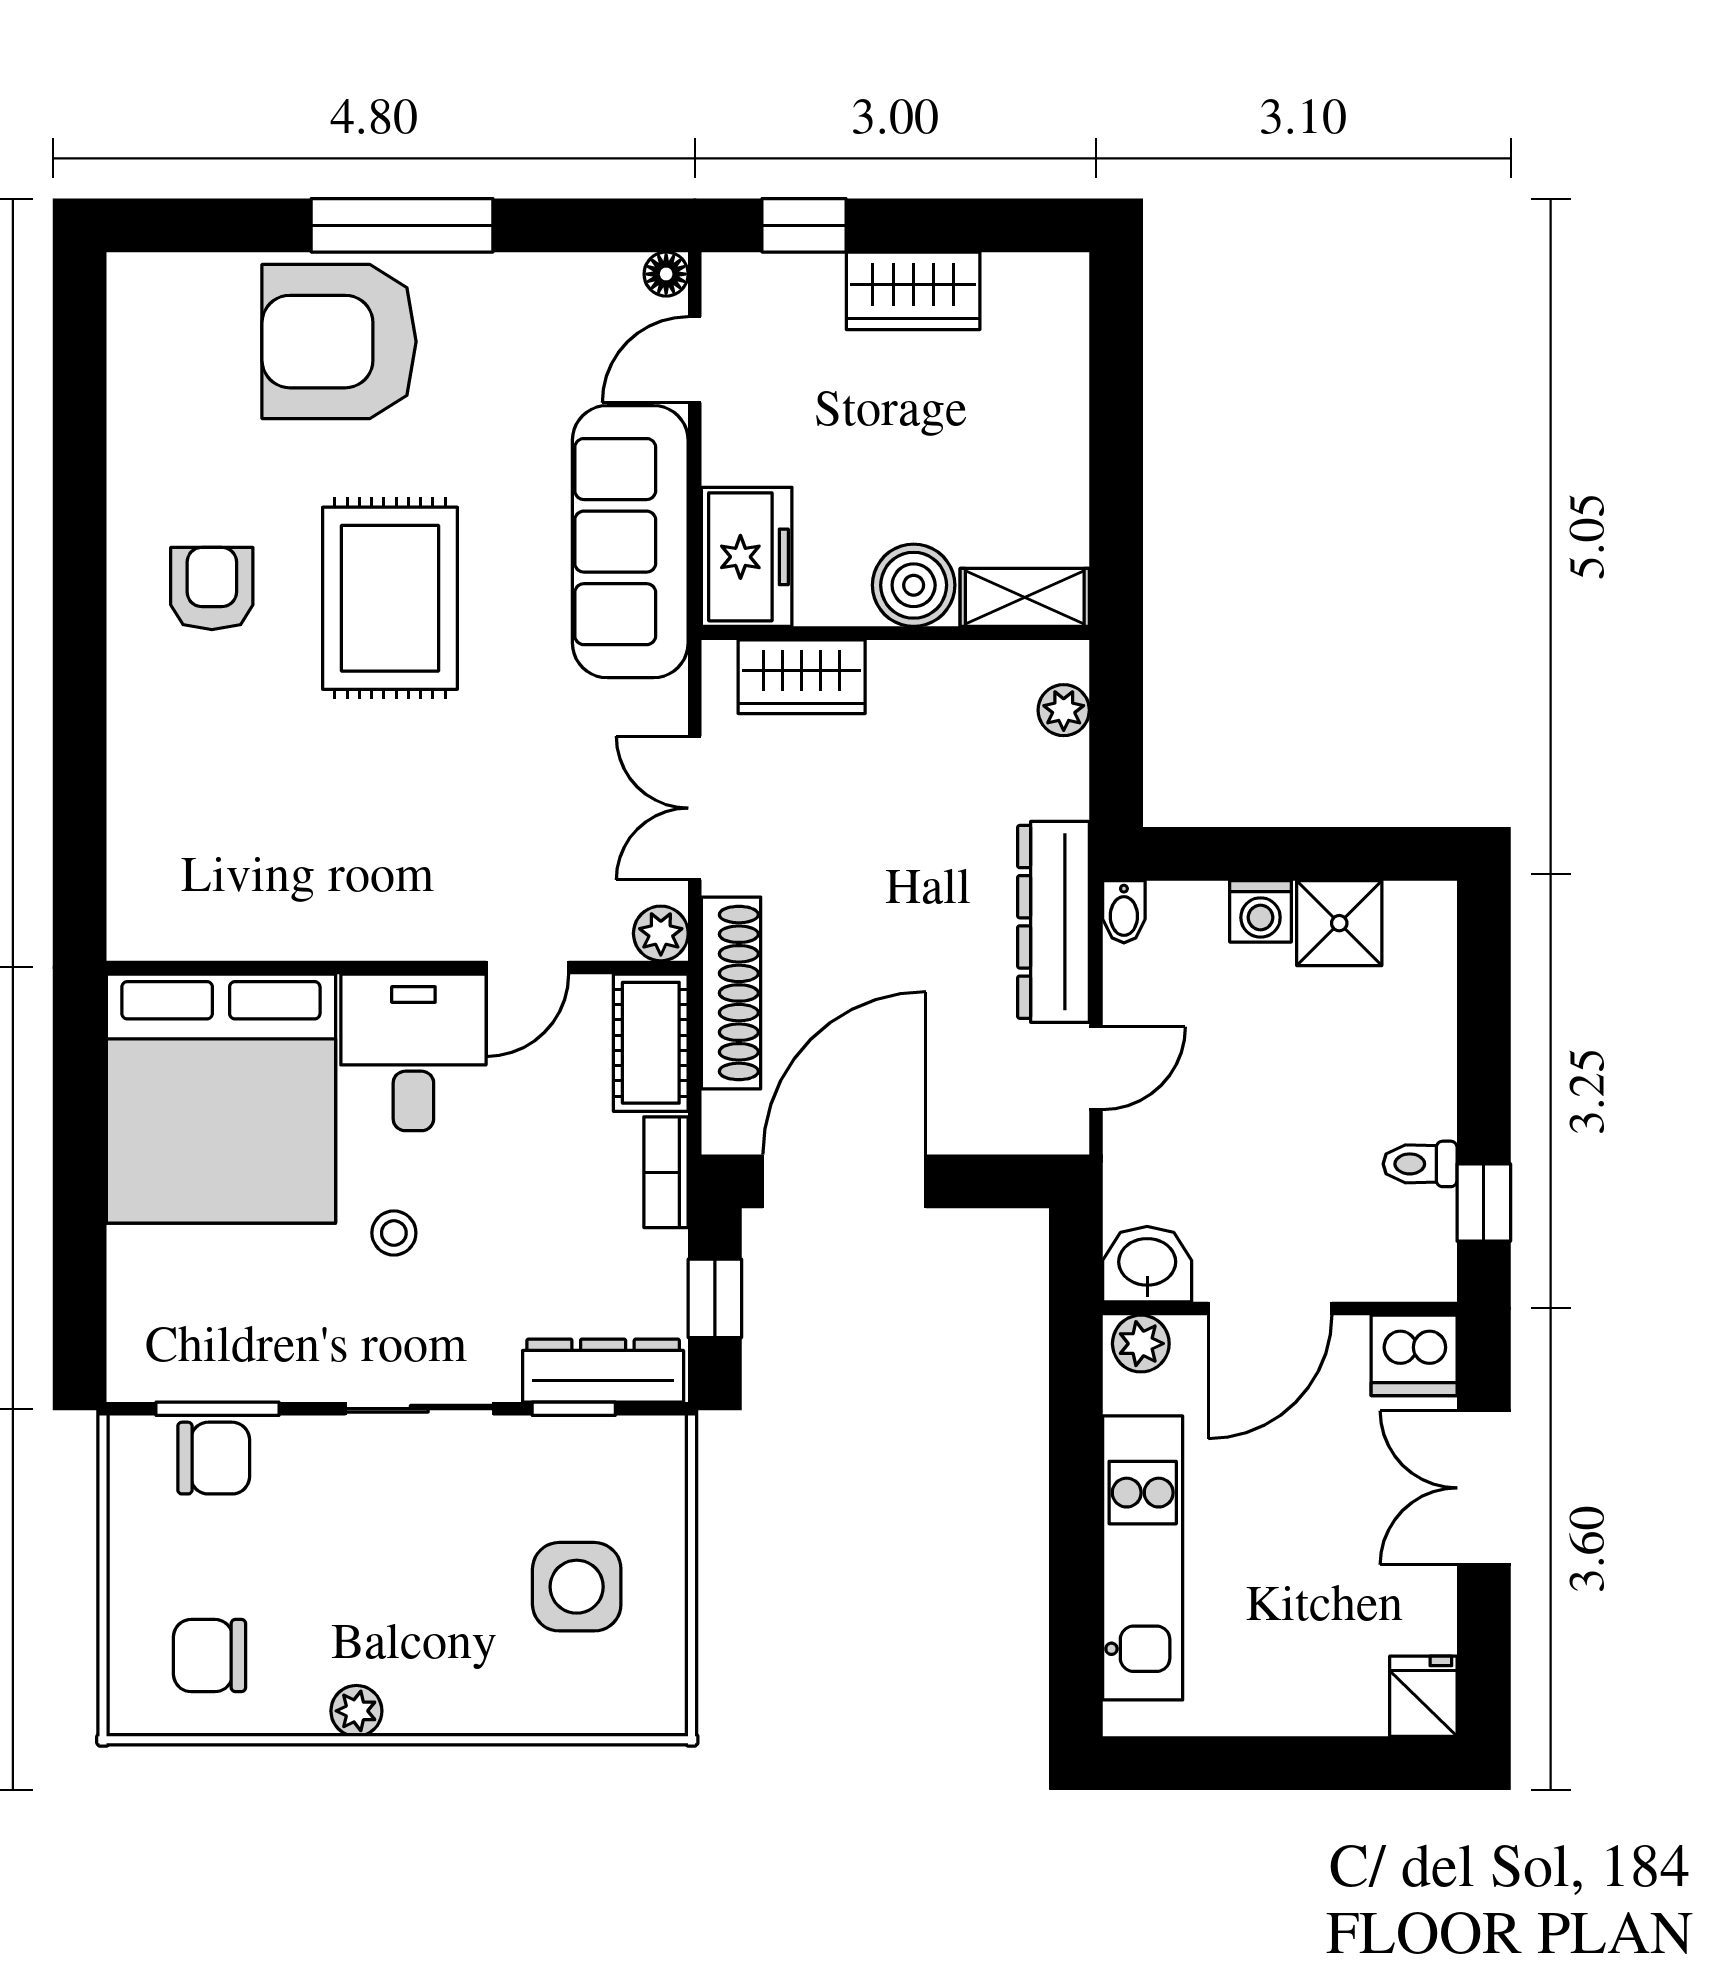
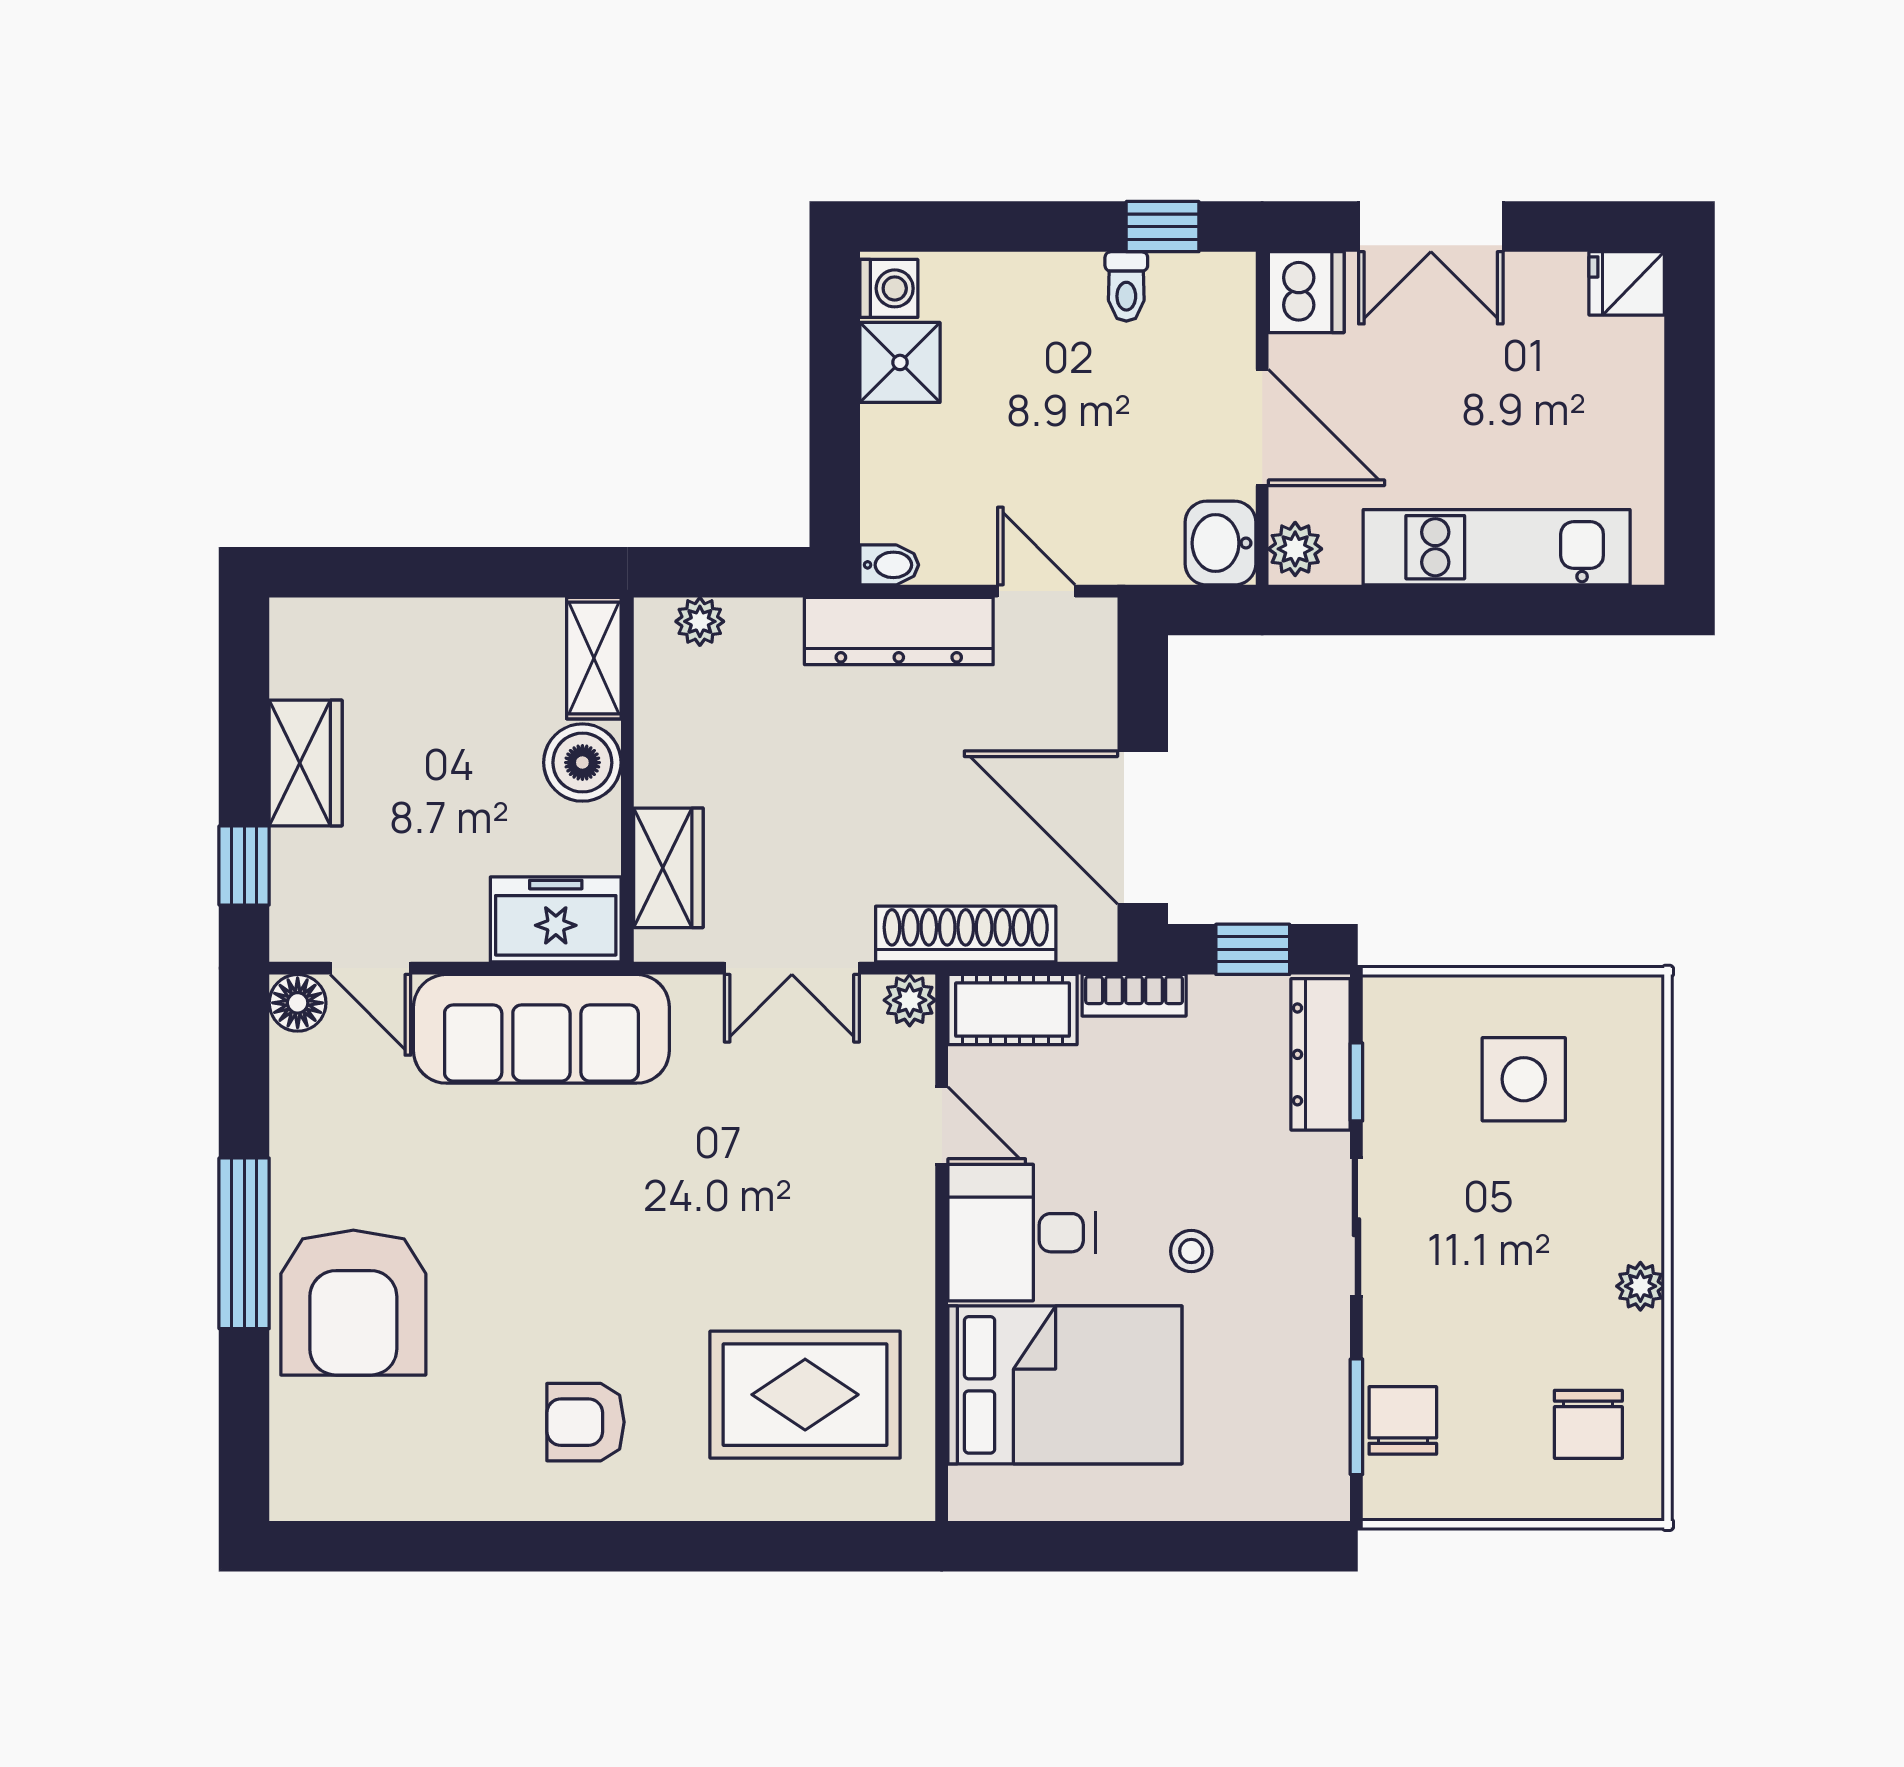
floor lamp: (666, 274) -> (298, 1003), width x1.37, depth x1.37
rug: (390, 598) -> (805, 1395), moved
washing machine: (1261, 911) -> (889, 288), moved
bed: (221, 1099) -> (1065, 1385), width x0.73

